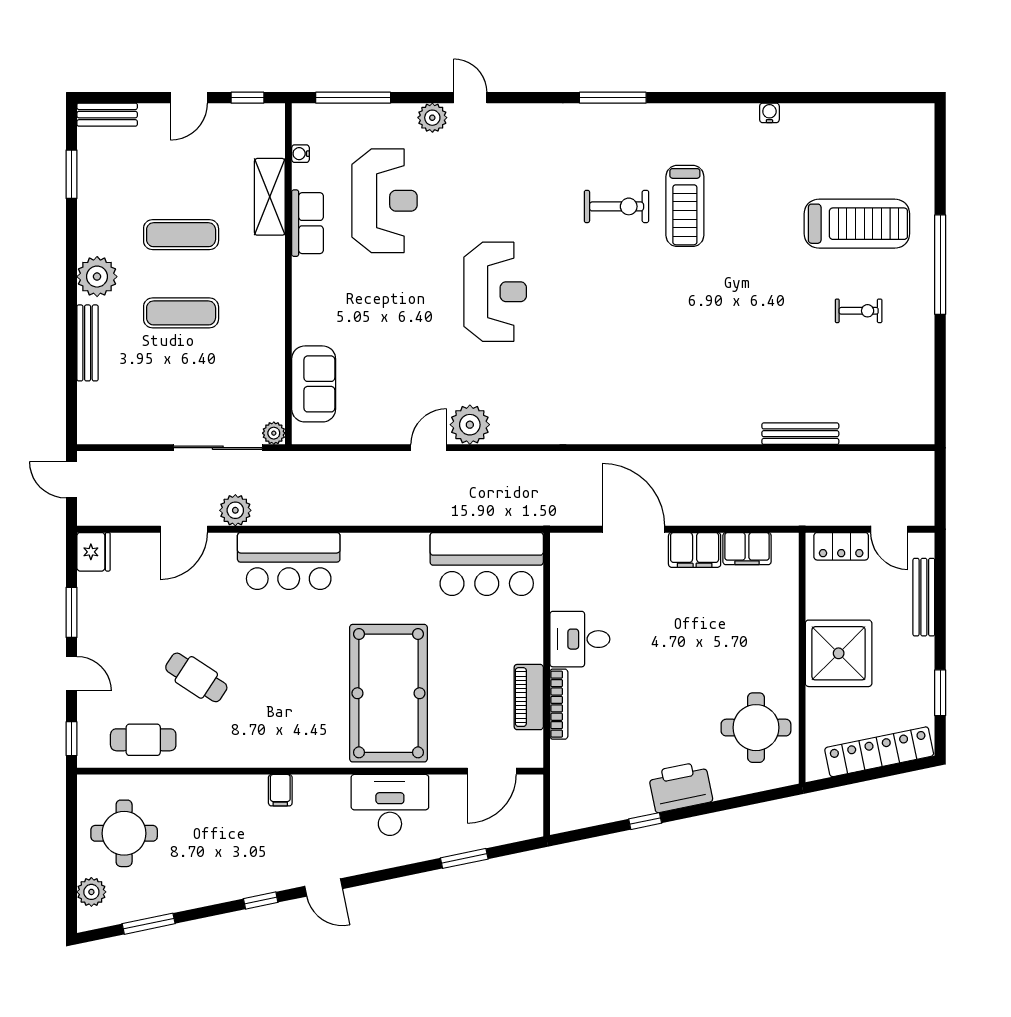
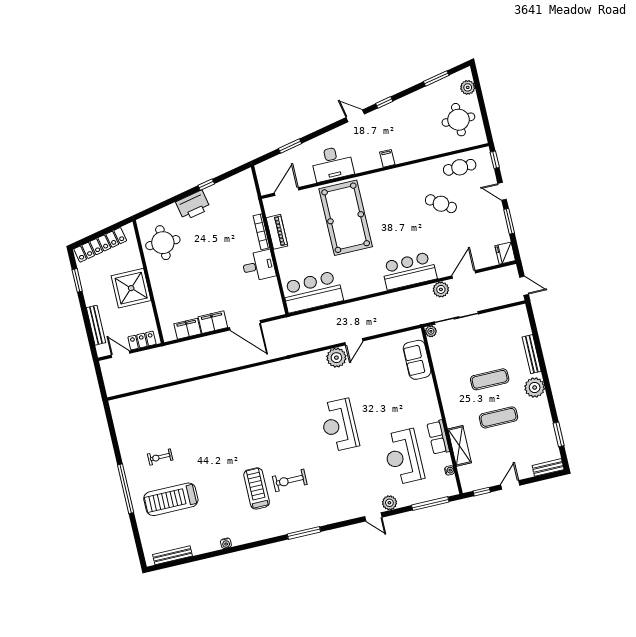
bench: (800, 434) -> (172, 555), moved

